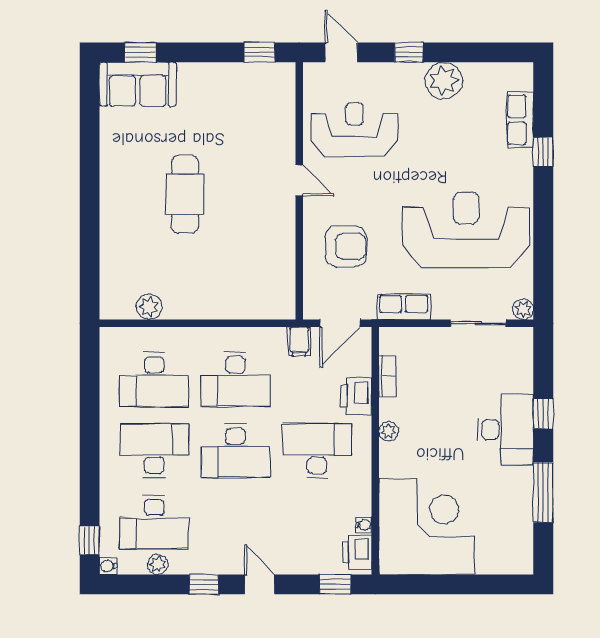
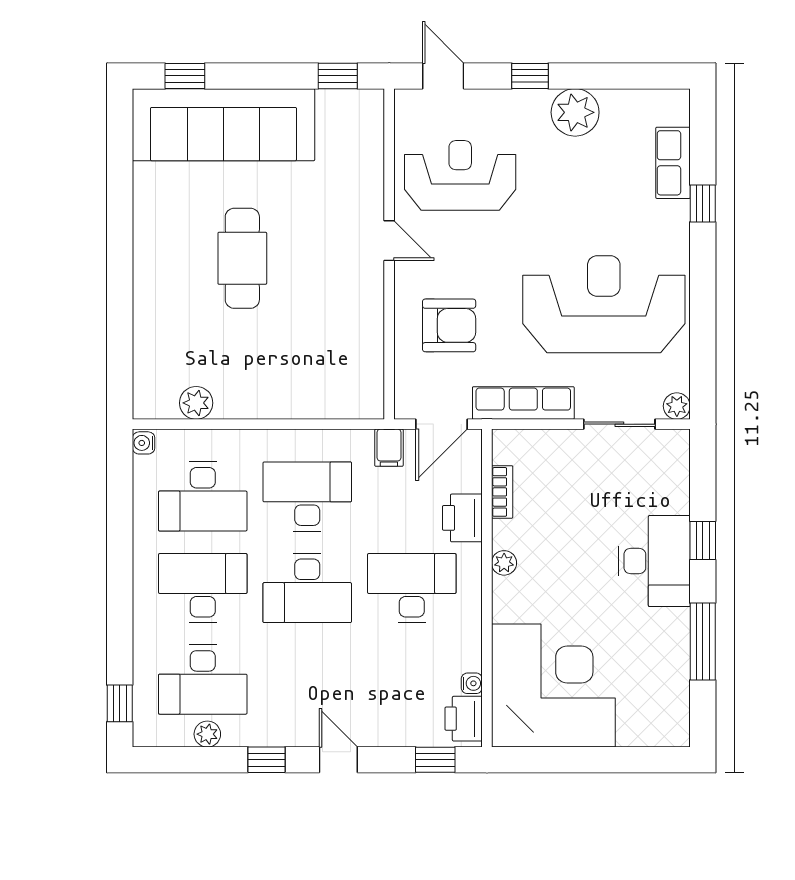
sofa: (138, 84) -> (223, 125), width x1.85, depth x1.27
row of seats: (404, 307) -> (523, 403), width x1.48
desk: (235, 380) -> (307, 496), turned 180
water cooler: (108, 566) -> (144, 443), moved

